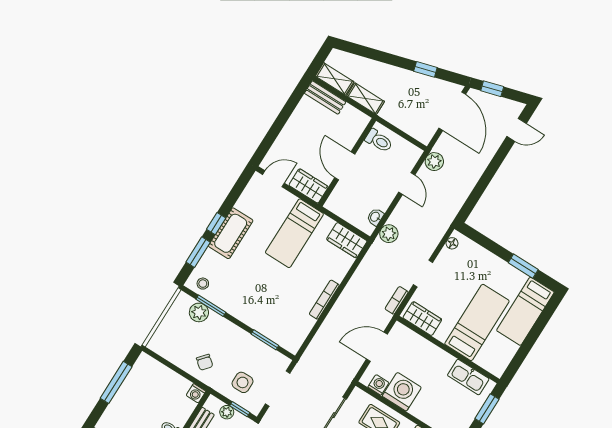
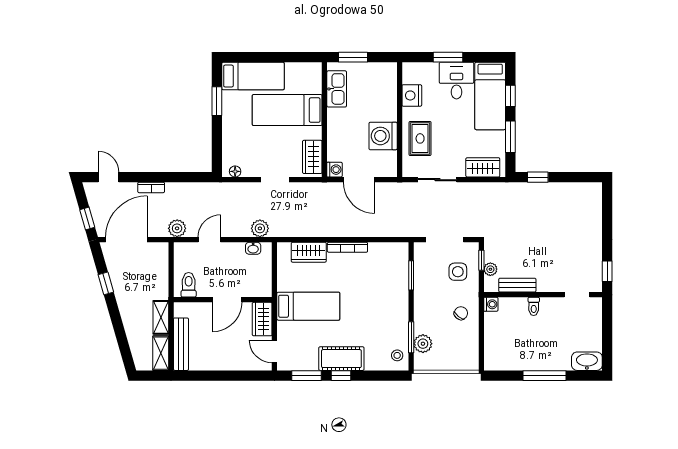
bench: (325, 98) -> (181, 344), width x1.36
wardrobe: (347, 240) -> (309, 252), moved, turned 90
window: (198, 252) -> (307, 376), moved
bookcase: (397, 300) -> (151, 187), moved
window: (116, 382) -> (545, 376), moved
washing machine: (378, 385) -> (335, 170), moved, turned 180

